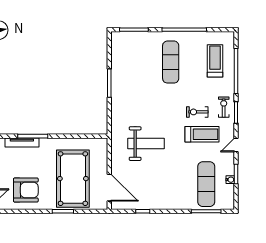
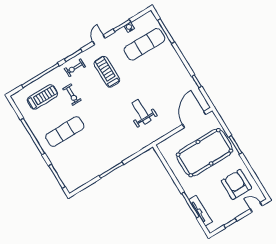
treadmill: (215, 61) -> (42, 97), turned 180
exercise bike: (197, 112) -> (72, 95), moved
weight bench: (146, 144) -> (141, 112), width x0.73, depth x0.75
door: (236, 145) -> (99, 40), swing flipped

